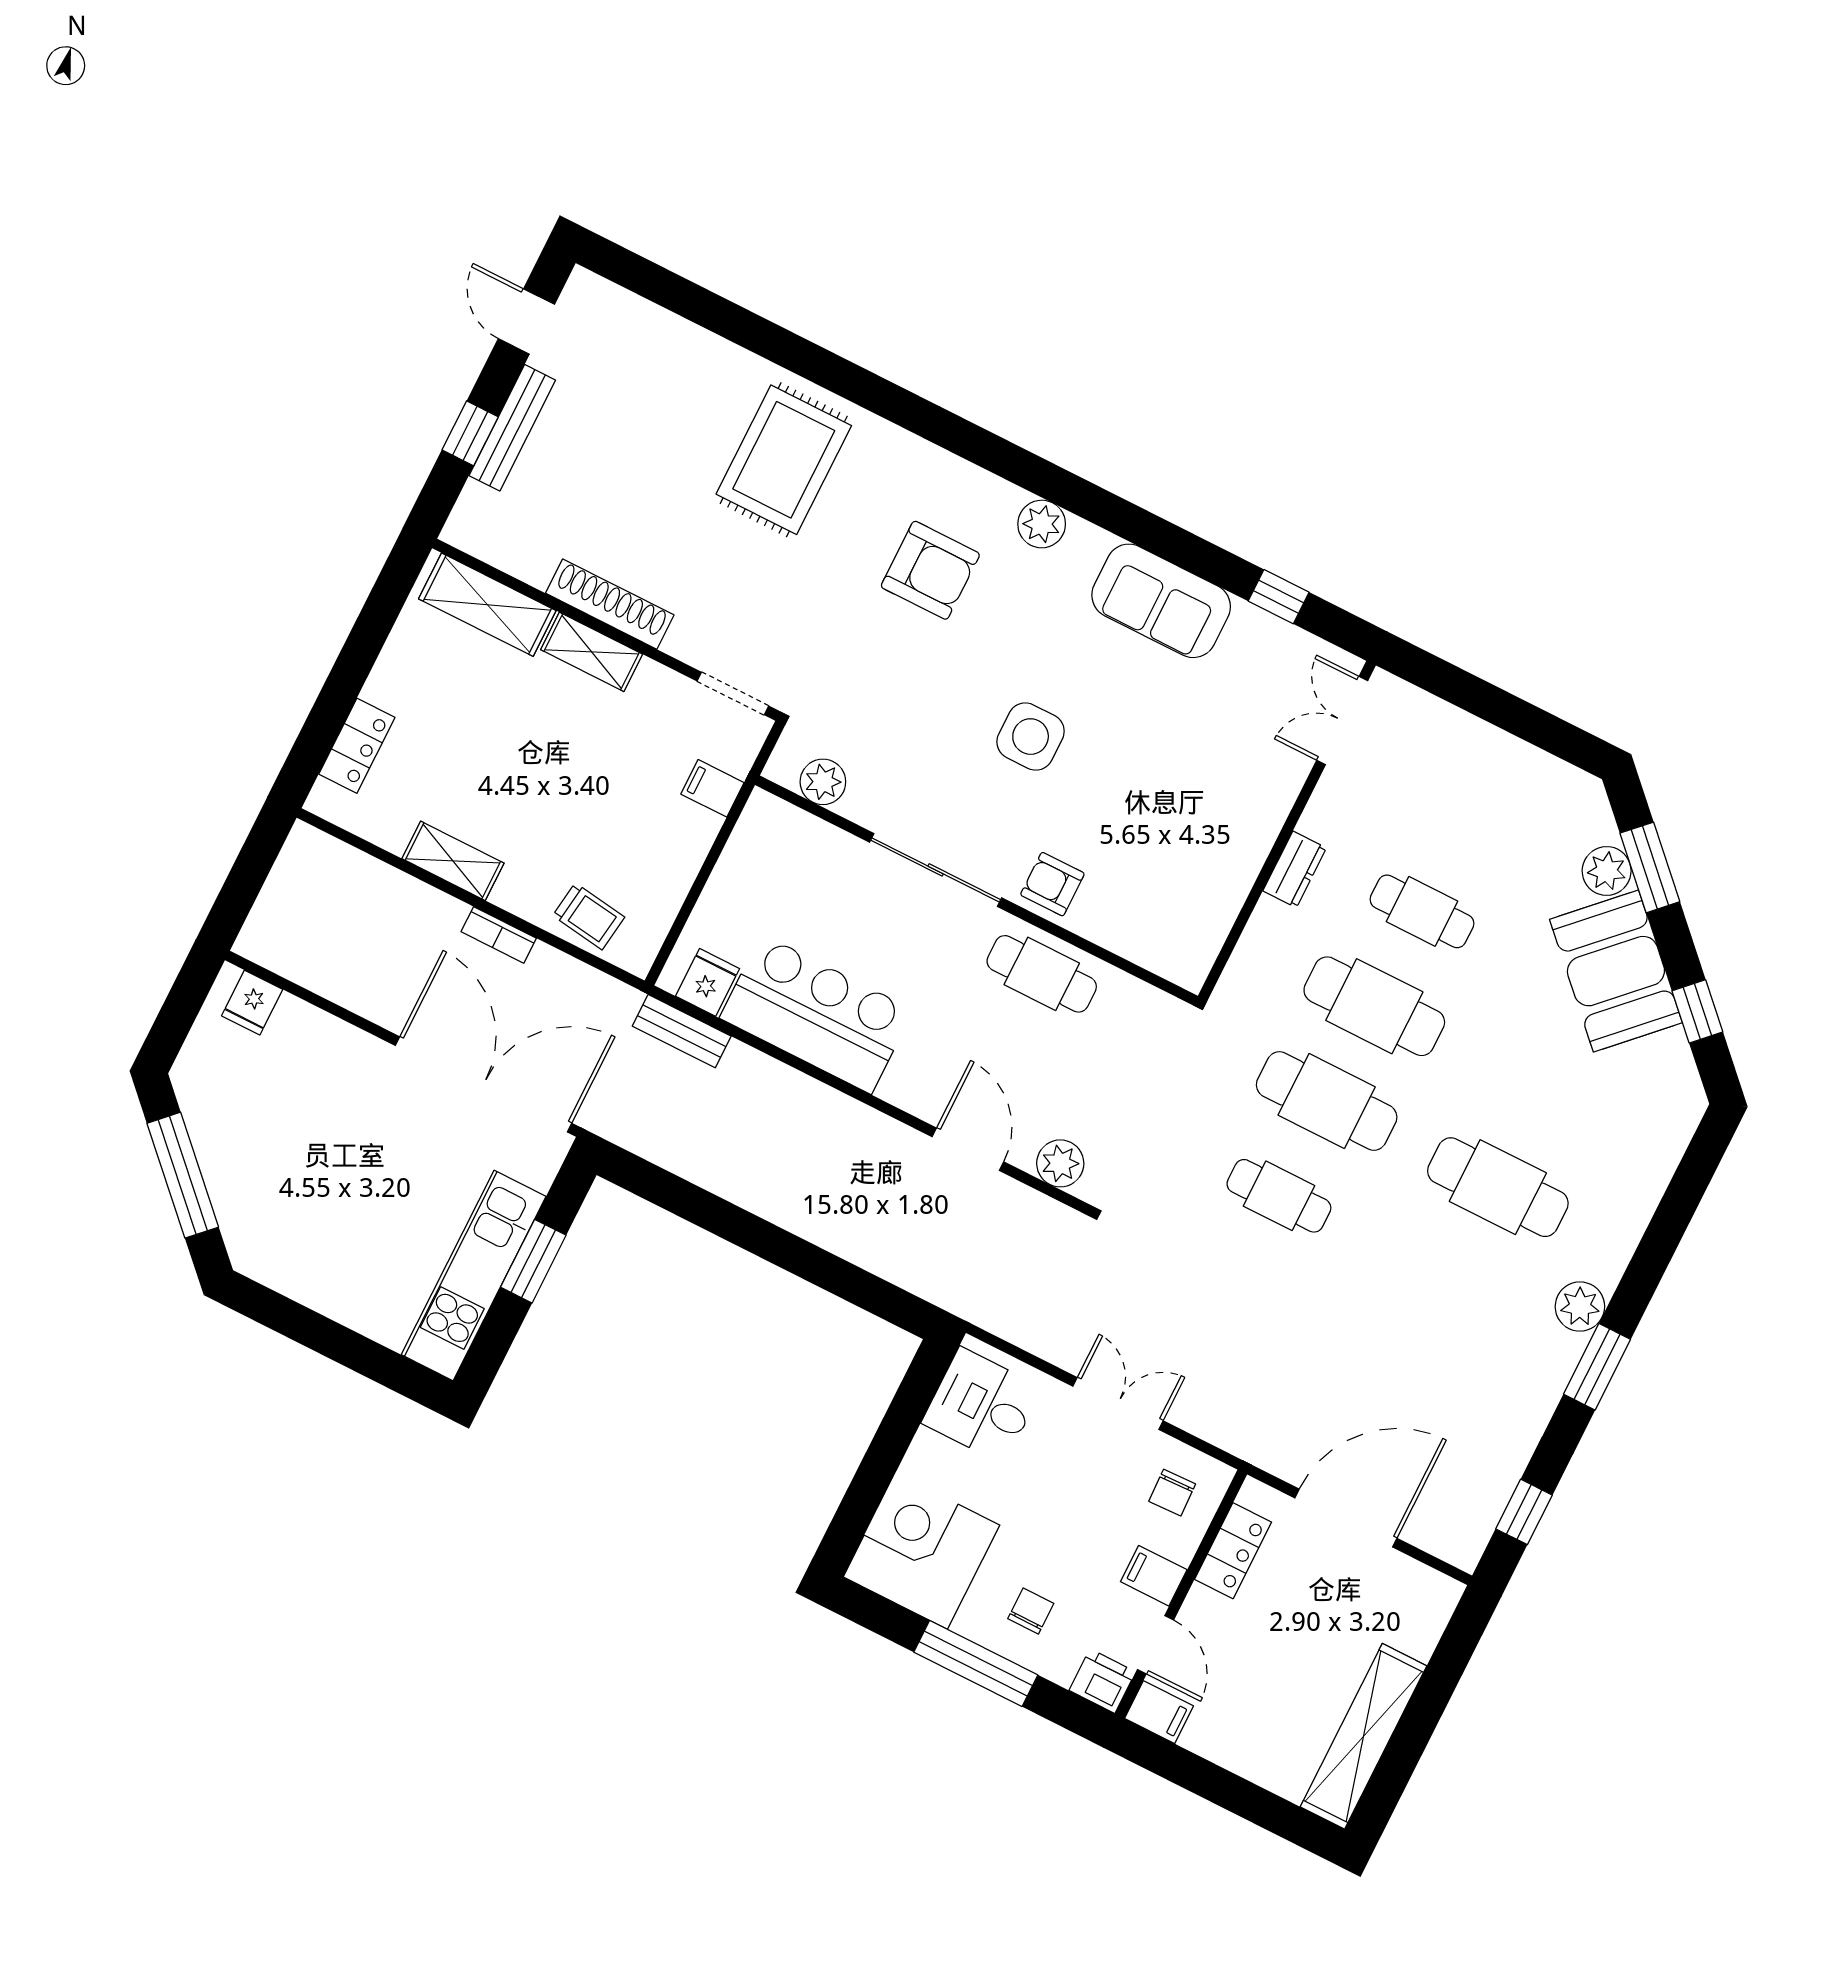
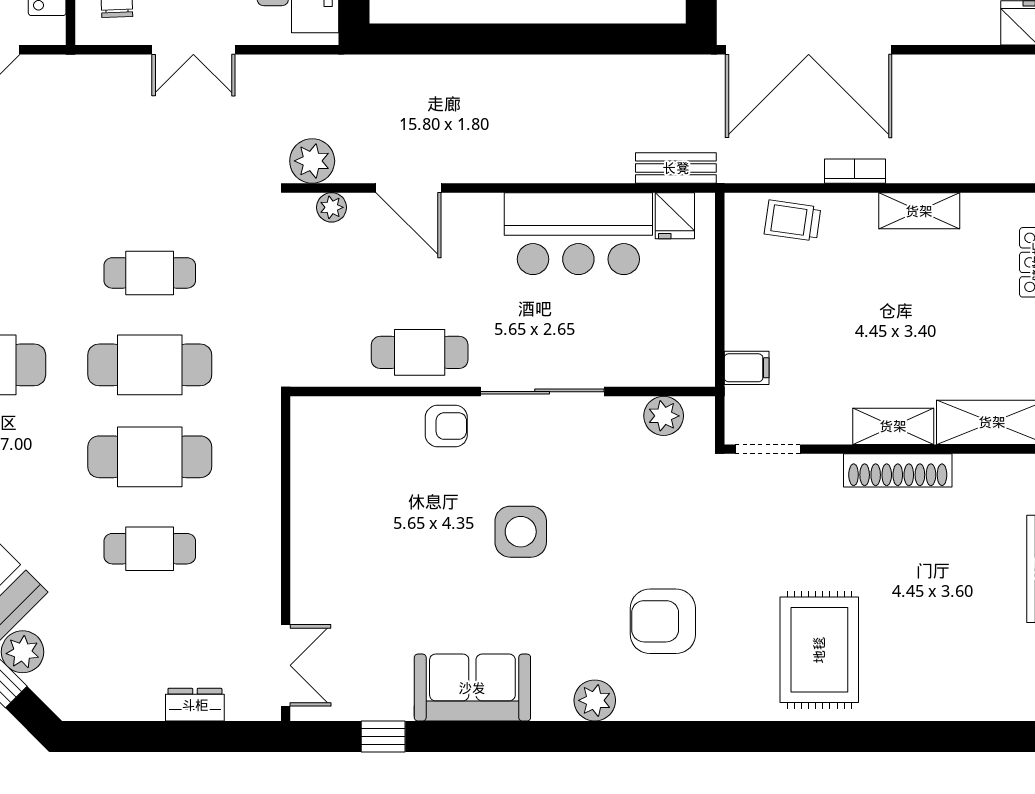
dresser: (1295, 869) -> (195, 705), moved, turned 90
plant: (1060, 1163) -> (332, 207), width x0.73, depth x0.73
plant: (1053, 1227) -> (312, 161), added

